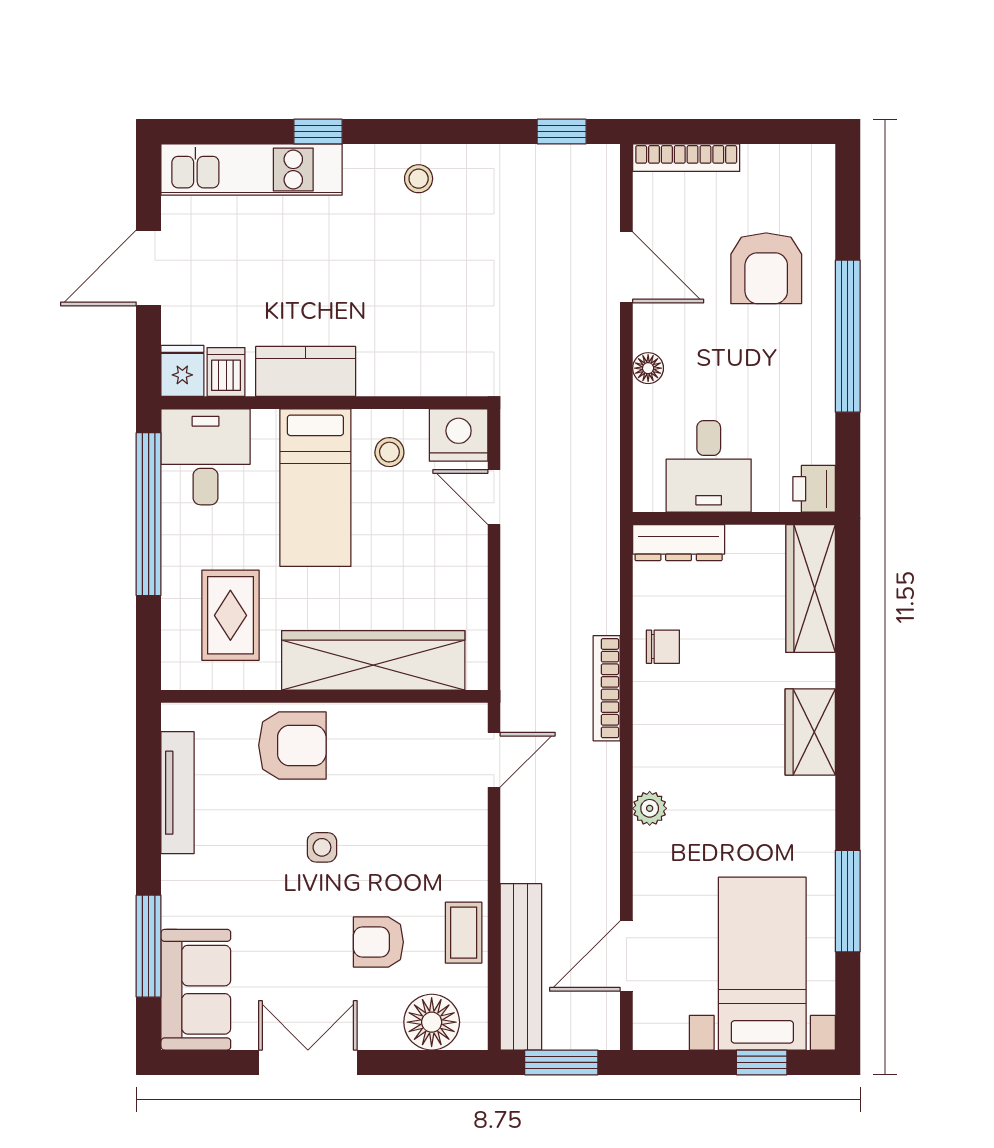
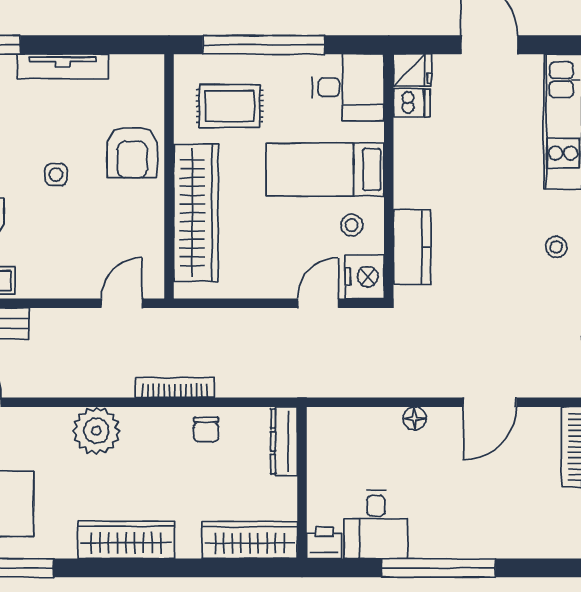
armchair: (766, 268) -> (489, 507), removed
kitchen counter: (306, 371) -> (412, 247), moved
desk: (709, 466) -> (376, 524), moved, turned -90
window: (149, 514) -> (264, 45), moved
wardrobe: (810, 732) -> (126, 540), width x1.50
door: (494, 760) -> (122, 303), swing flipped
tv unit: (177, 793) -> (63, 66), moved
plant: (650, 808) -> (96, 431), width x1.88, depth x1.88

